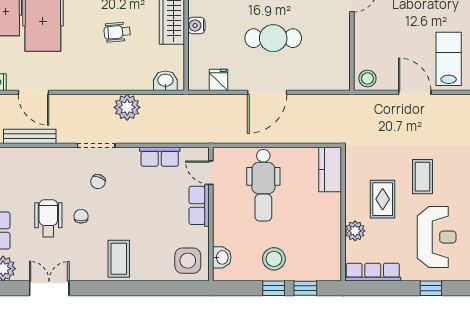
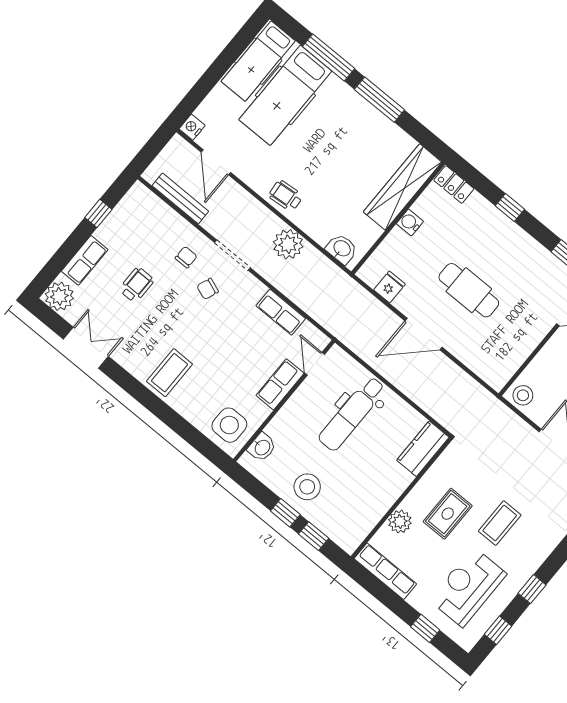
wheelchair: (117, 32) -> (286, 196), moved
chair: (81, 216) -> (186, 257), moved
wheelchair: (48, 218) -> (137, 285), width x0.73, depth x0.73
reception desk: (437, 237) -> (468, 587), turned 180

